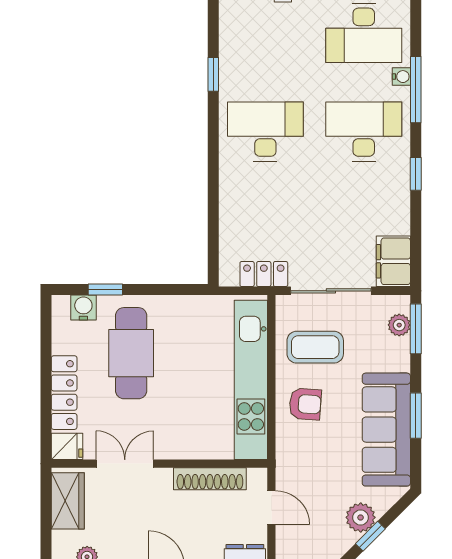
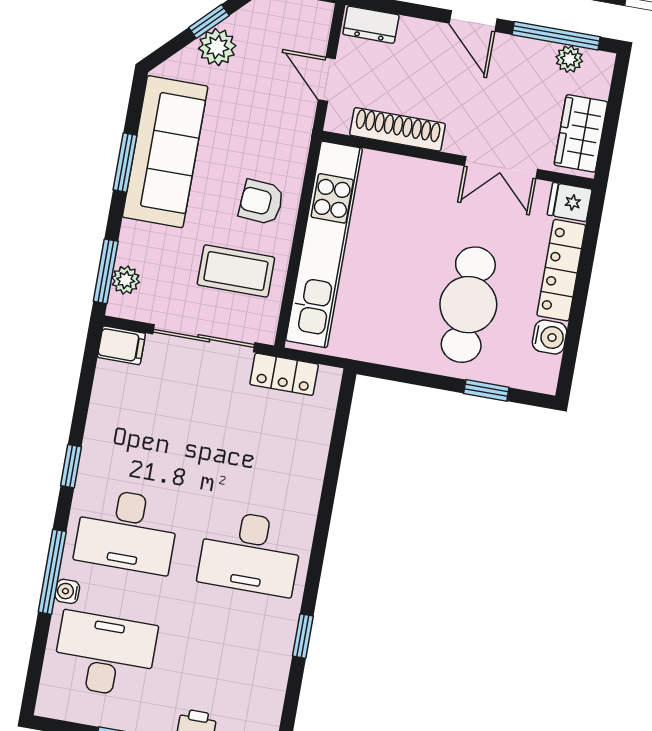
filing cabinet: (393, 261) -> (121, 345), width x0.50
water cooler: (83, 307) -> (550, 337), moved, turned -90

